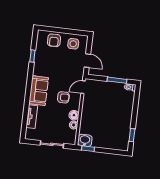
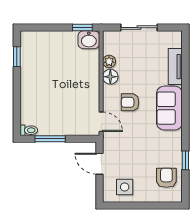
armchair: (54, 40) -> (166, 178), moved
door: (83, 87) -> (101, 122), hinge flipped

